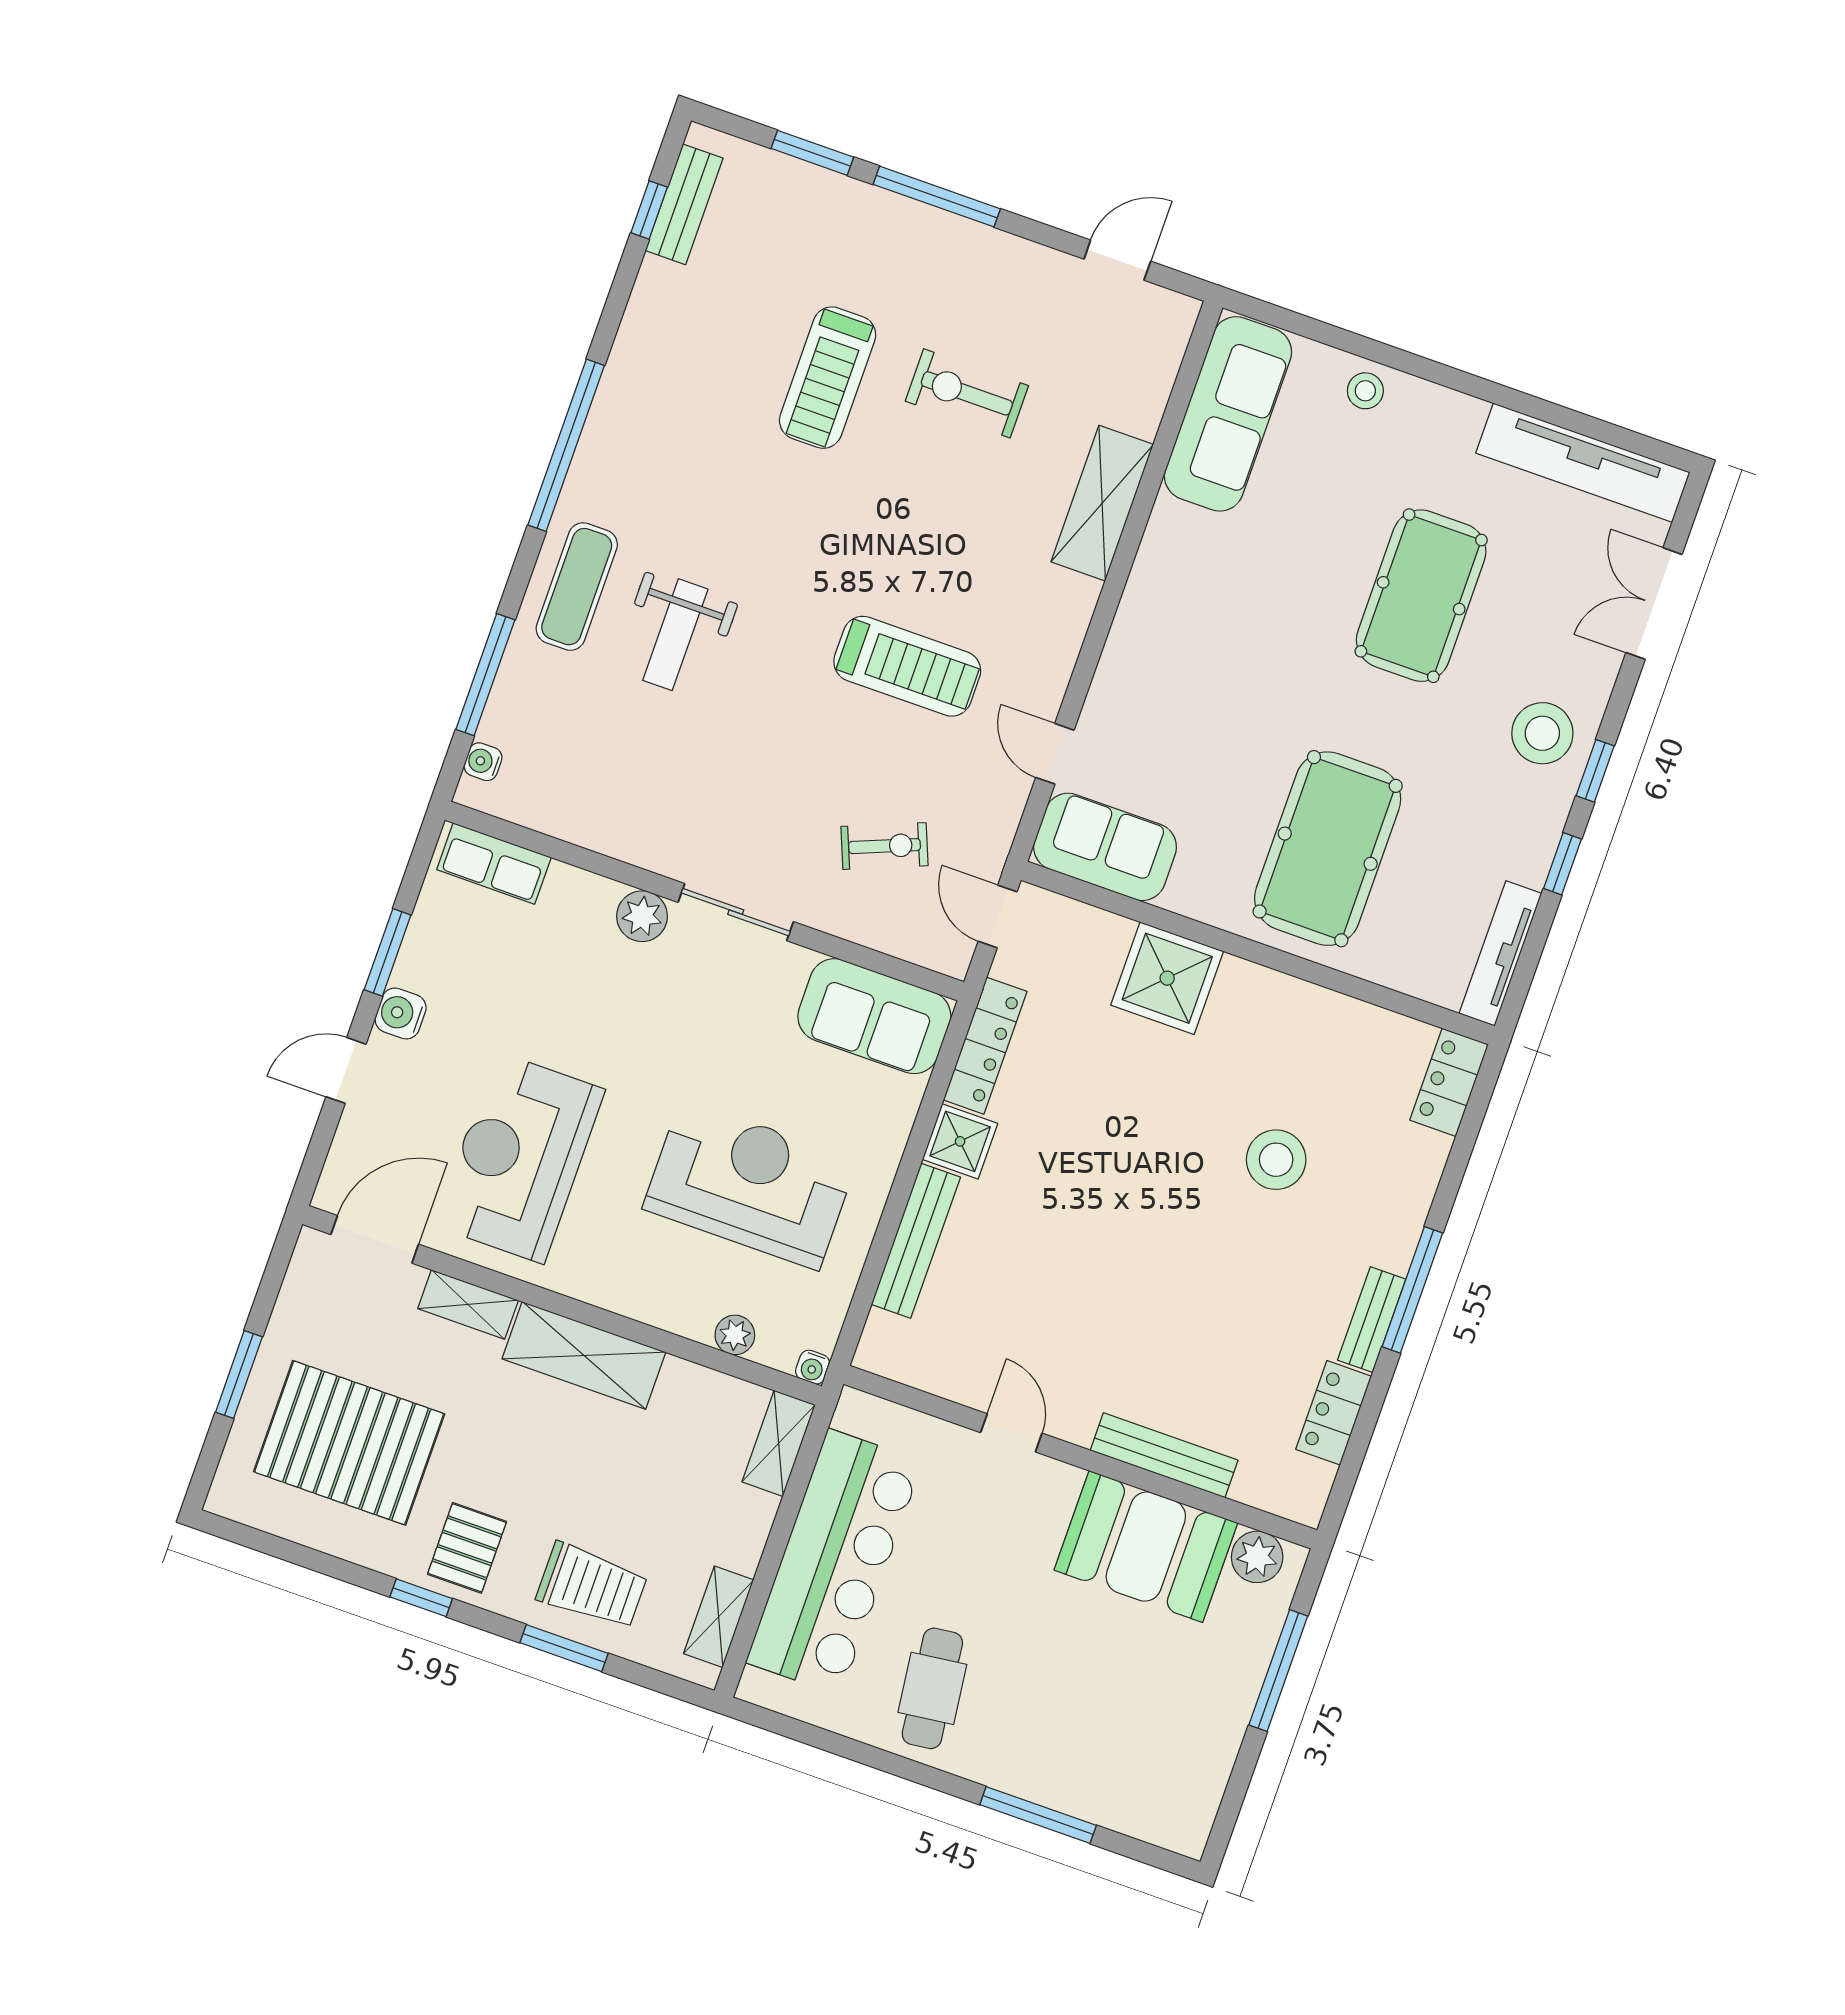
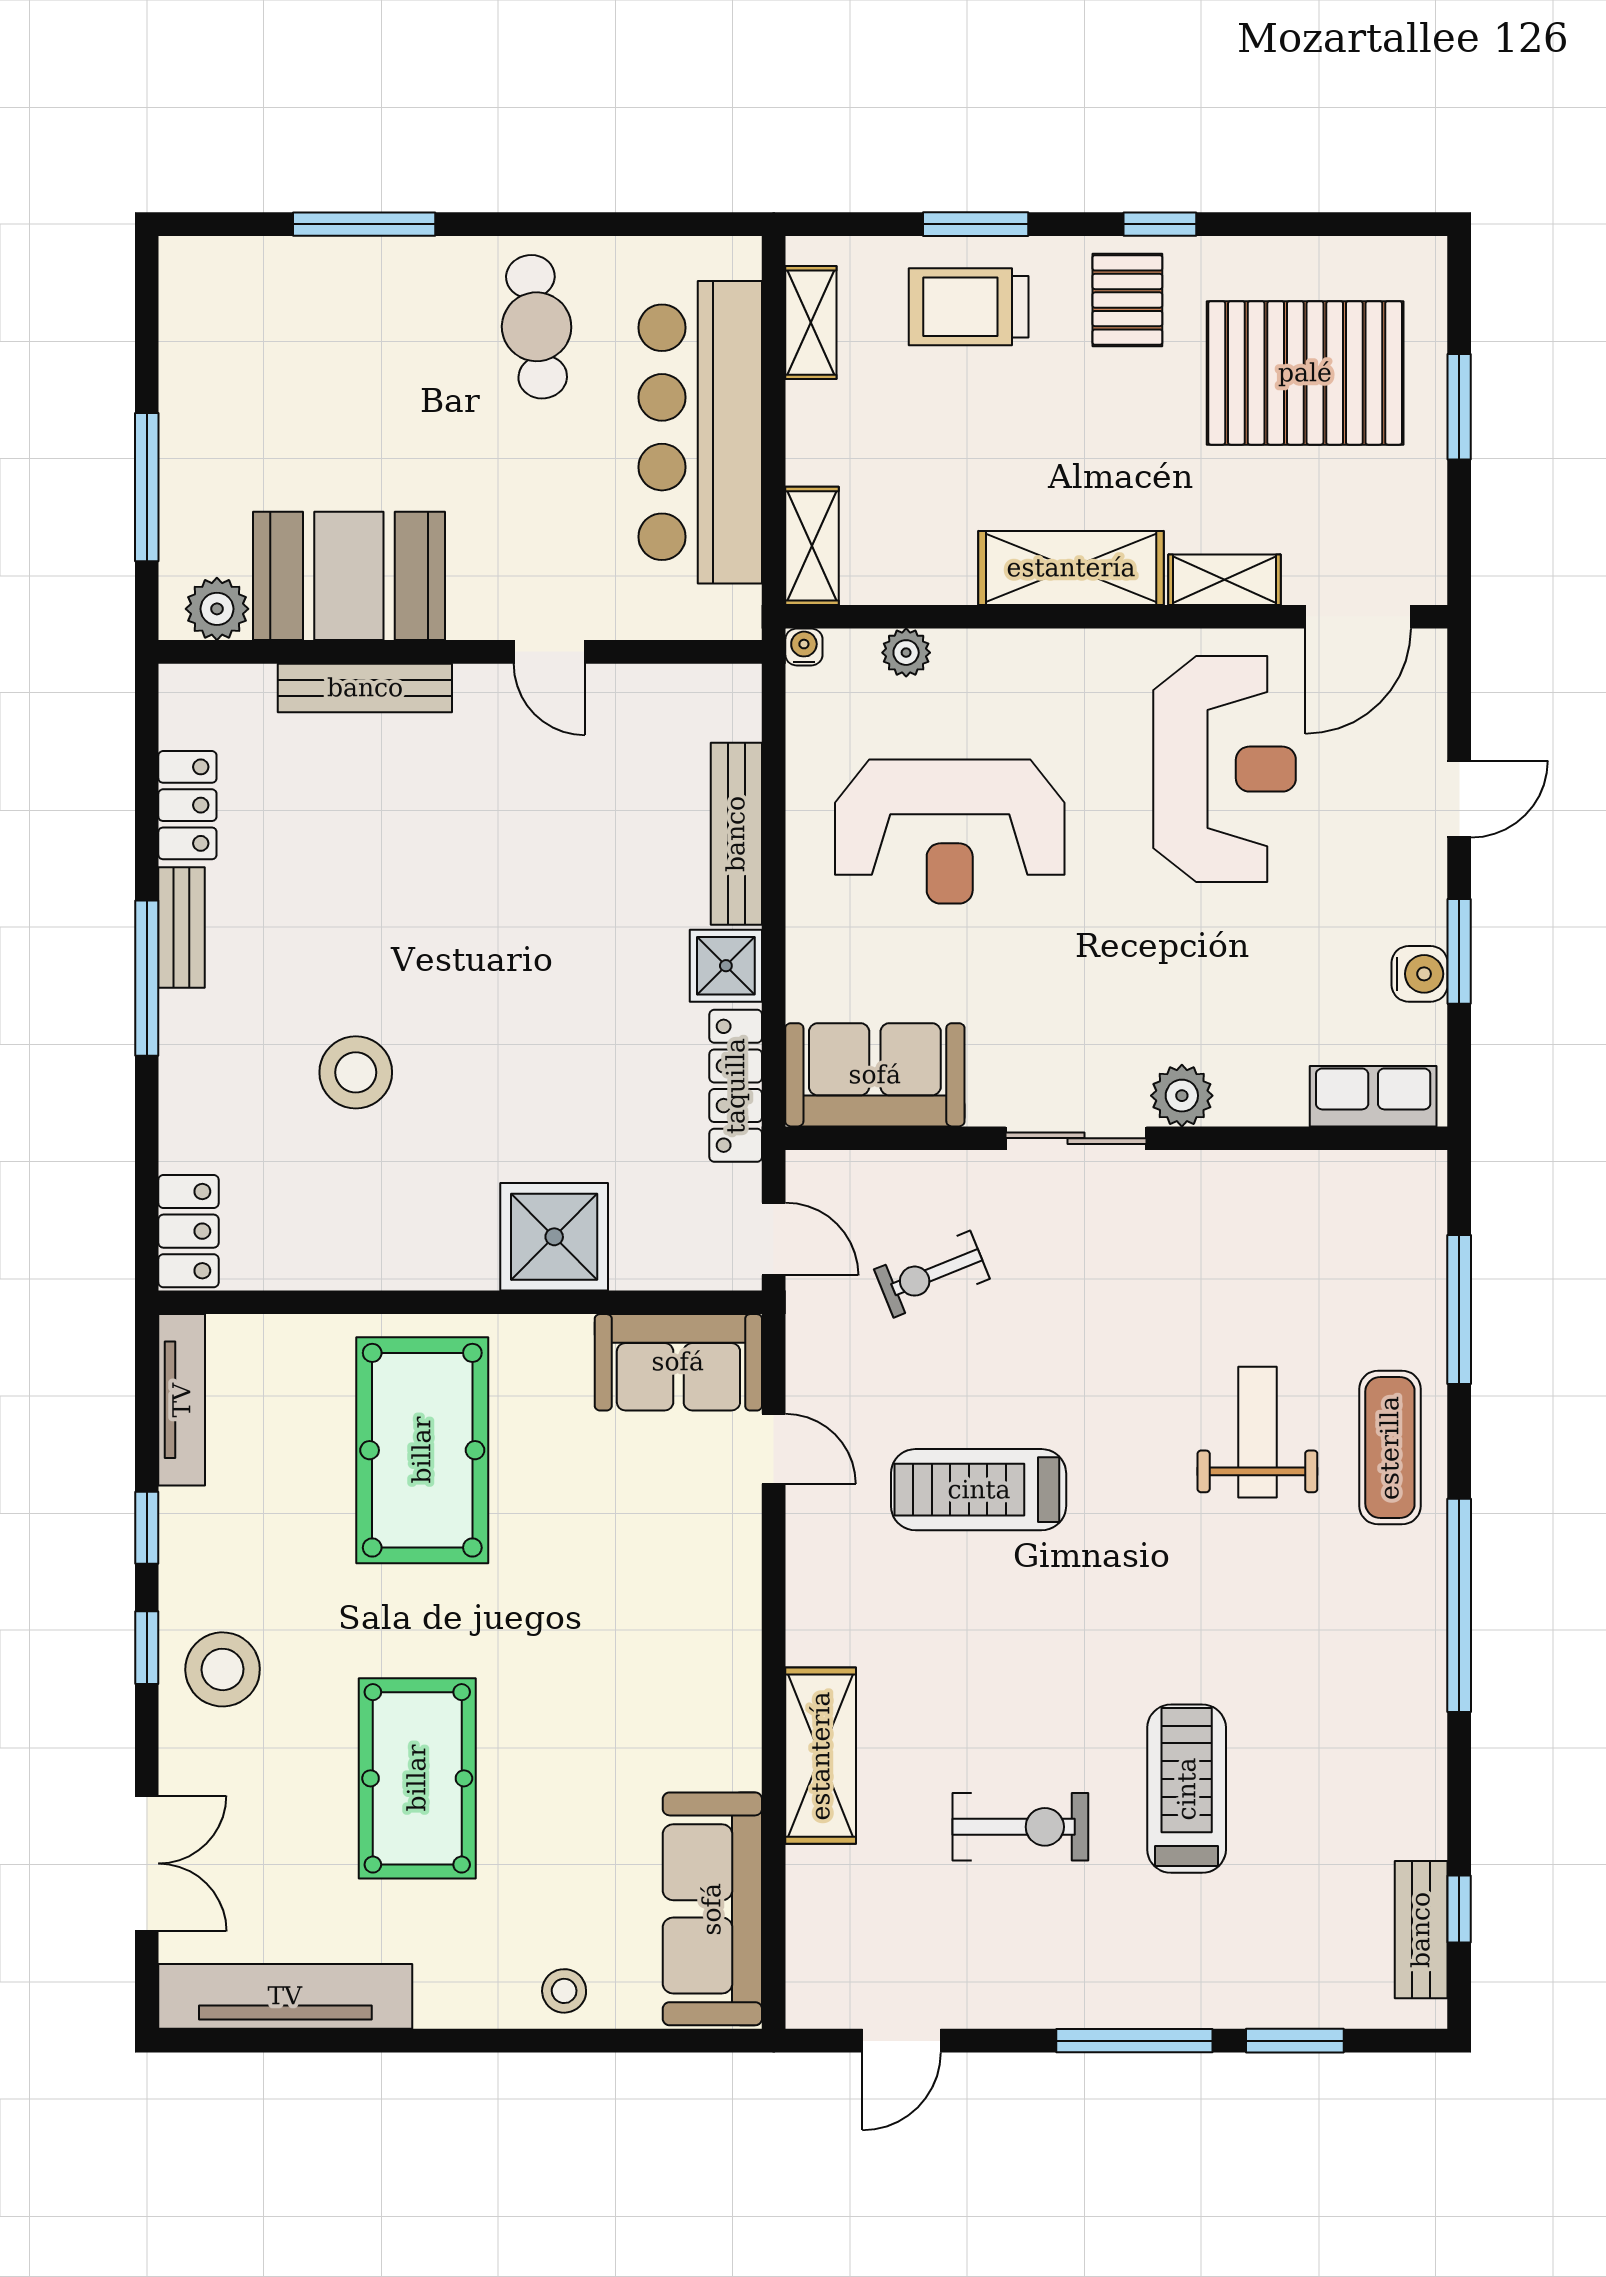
water cooler: (483, 762) -> (1427, 1209), removed
water cooler: (401, 1013) -> (1420, 974), moved

